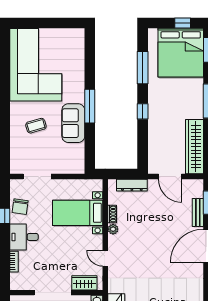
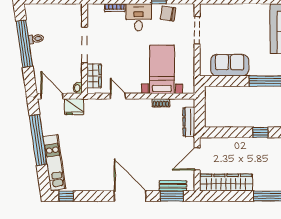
sofa: (73, 123) -> (230, 65), moved
coffee table: (36, 126) -> (246, 29), removed
bench: (198, 213) -> (173, 186), moved
plant: (113, 229) -> (146, 104), removed
door: (105, 258) -> (118, 96), hinge flipped

